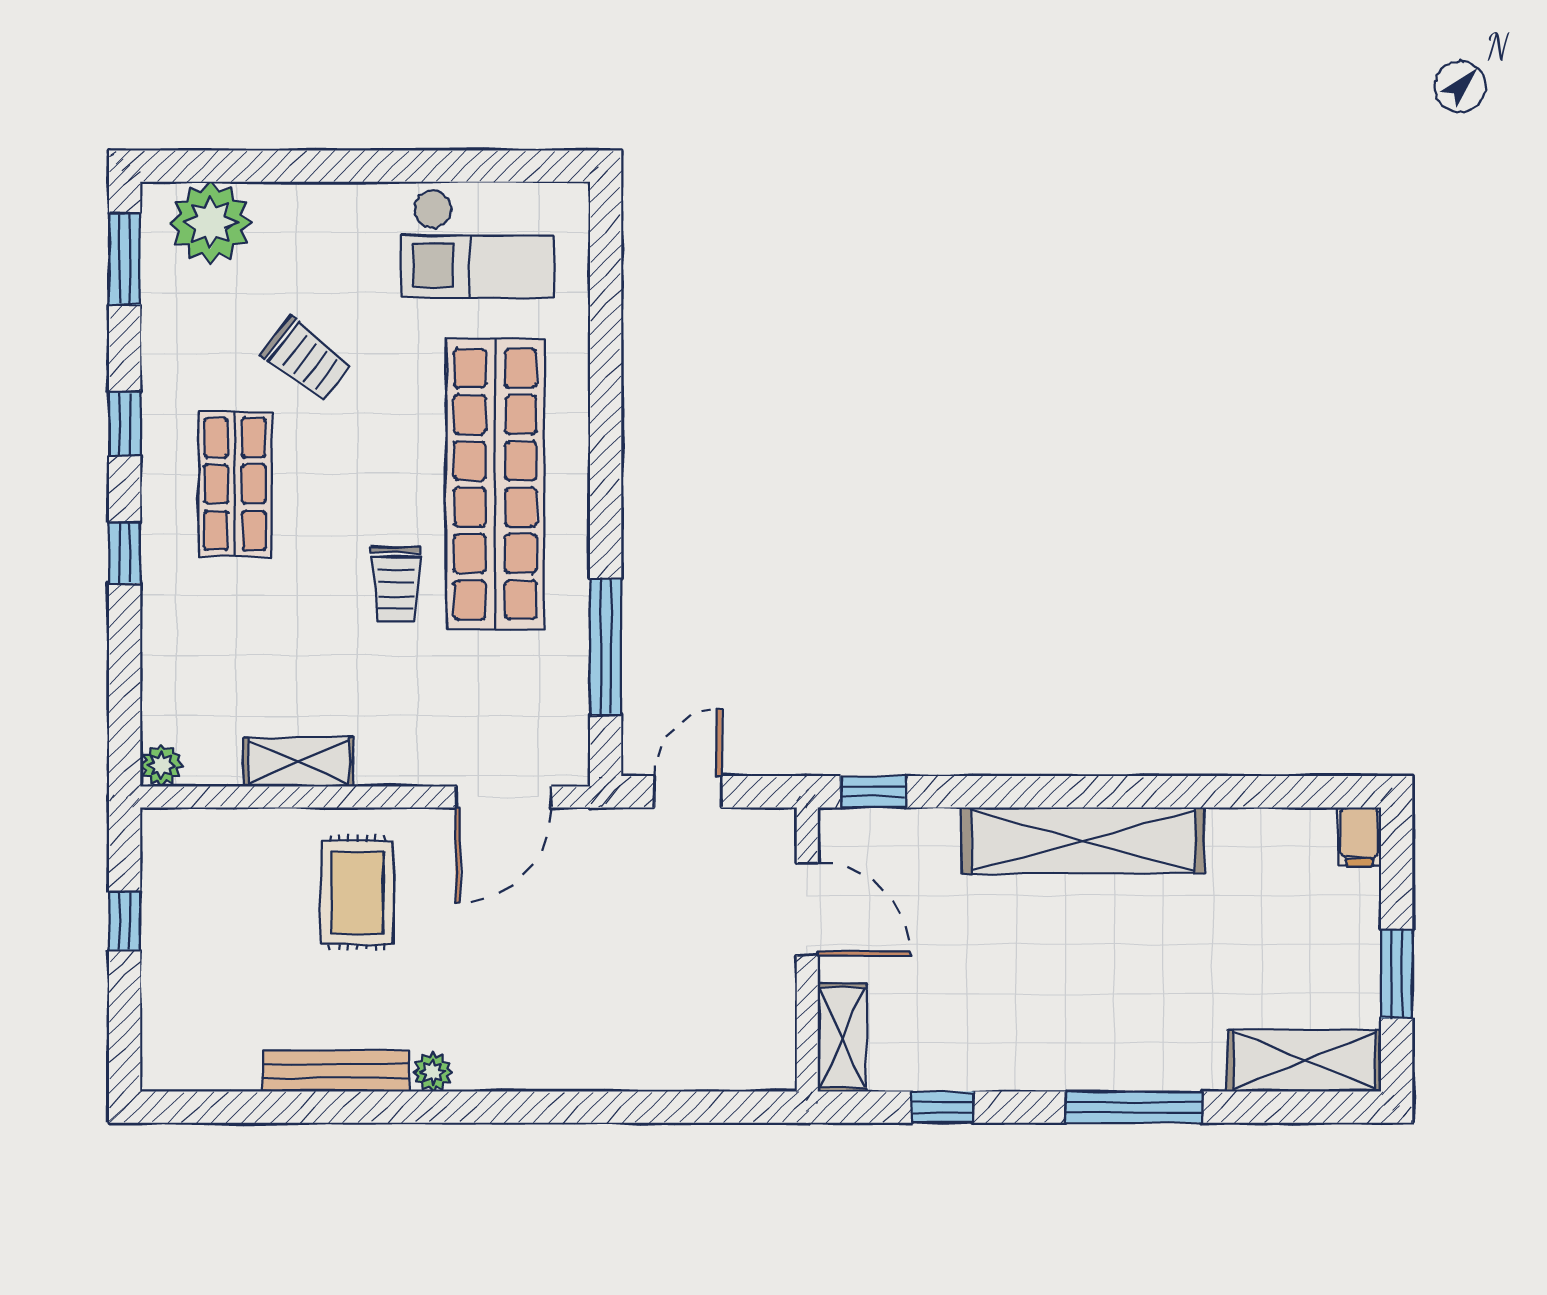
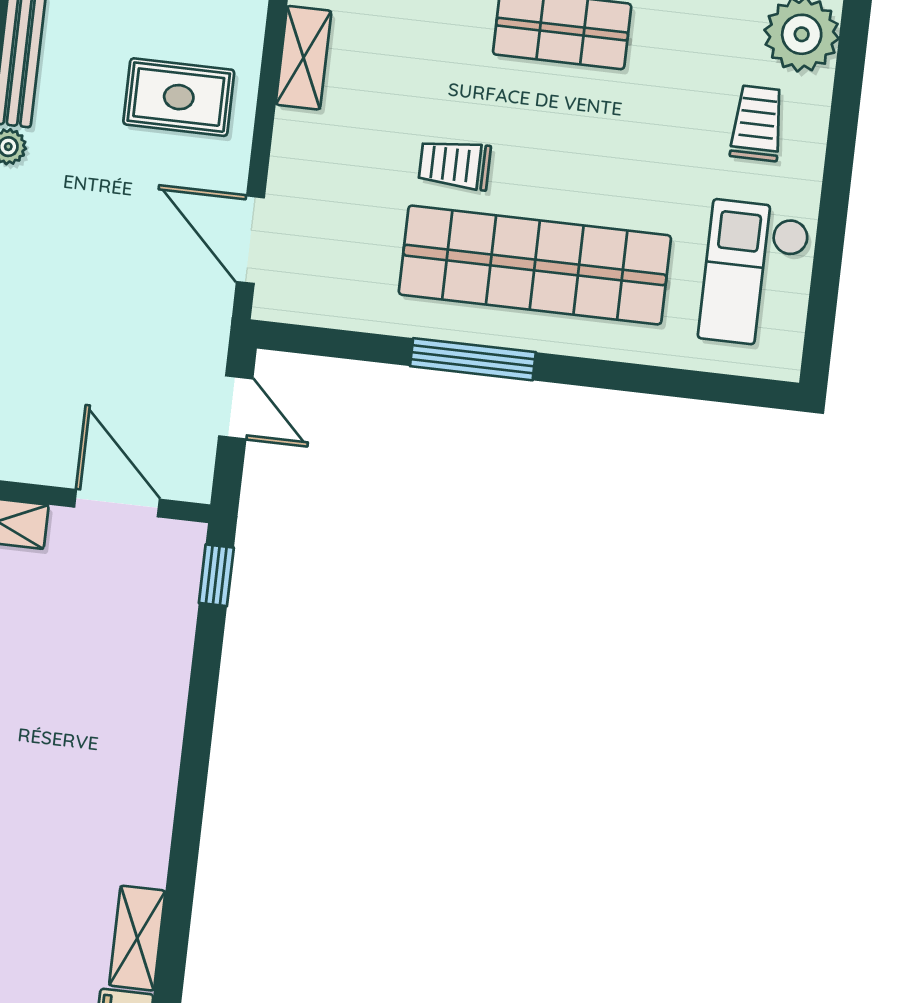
trolley: (306, 359) -> (757, 123), moved, turned 142
window: (606, 646) -> (473, 359), moved
shelving: (1083, 840) -> (137, 938), moved, width x0.45, depth x0.75
door: (807, 909) -> (117, 503), swing flipped

